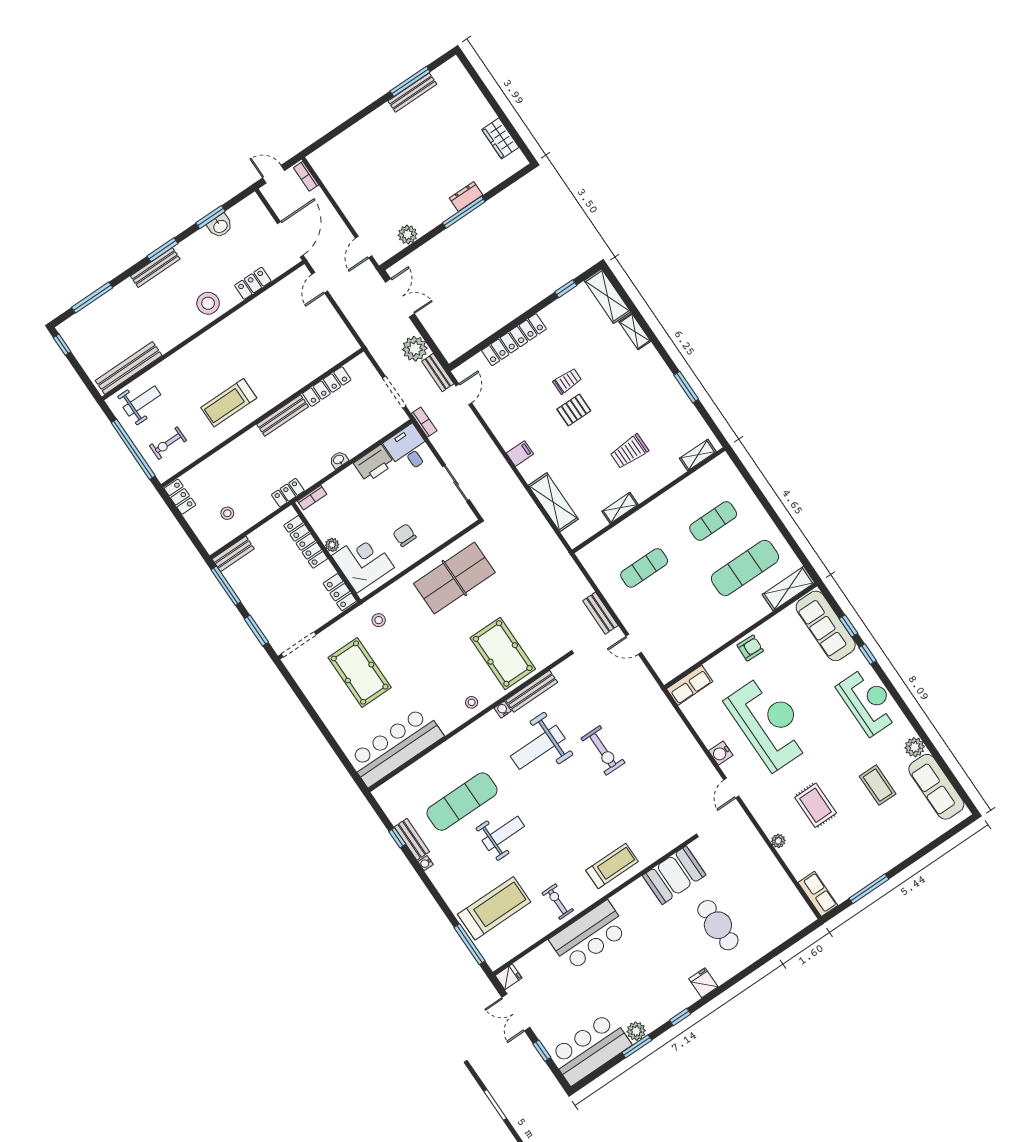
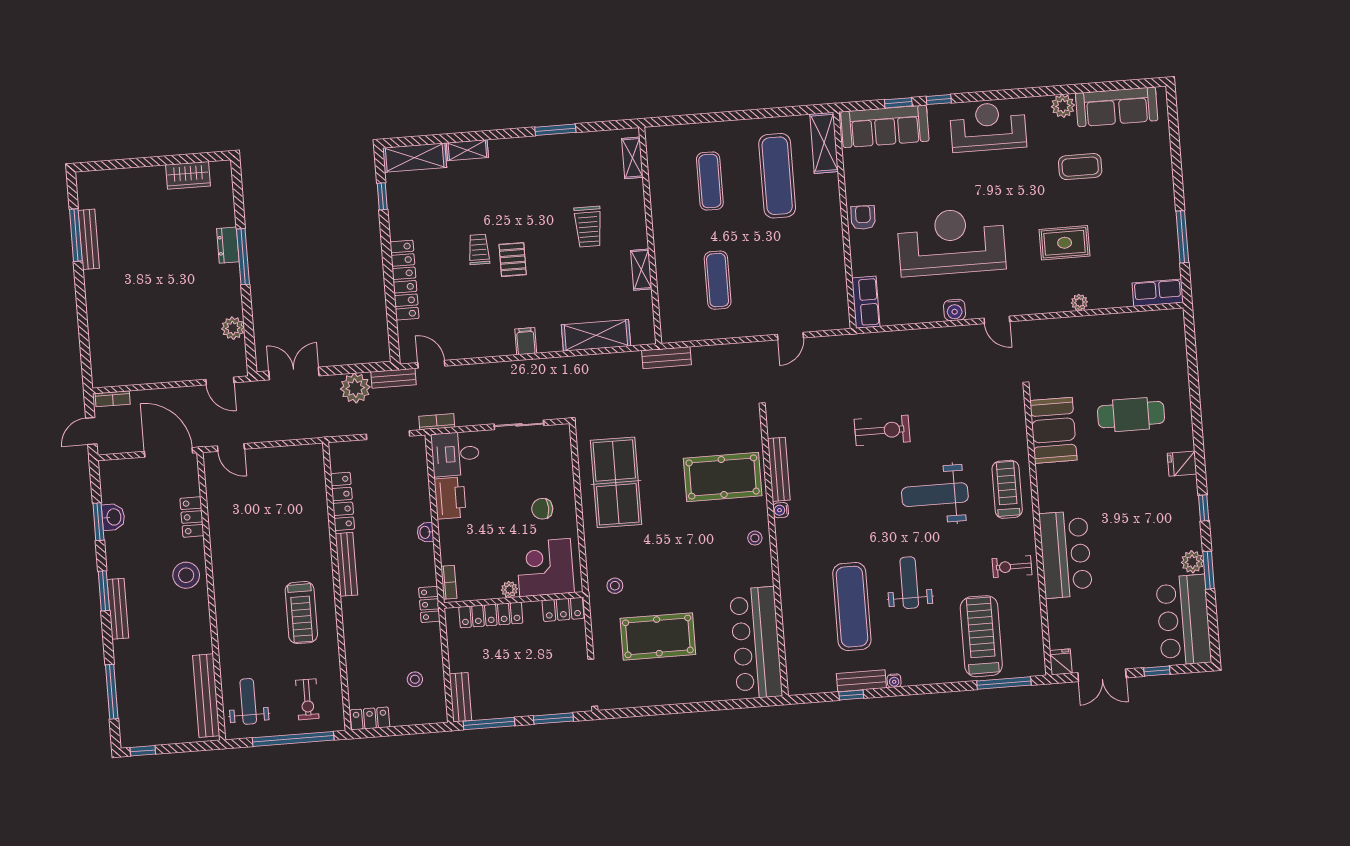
bench: (600, 613) -> (666, 358), moved
weight bench: (538, 747) -> (935, 495), moved, turned 90

